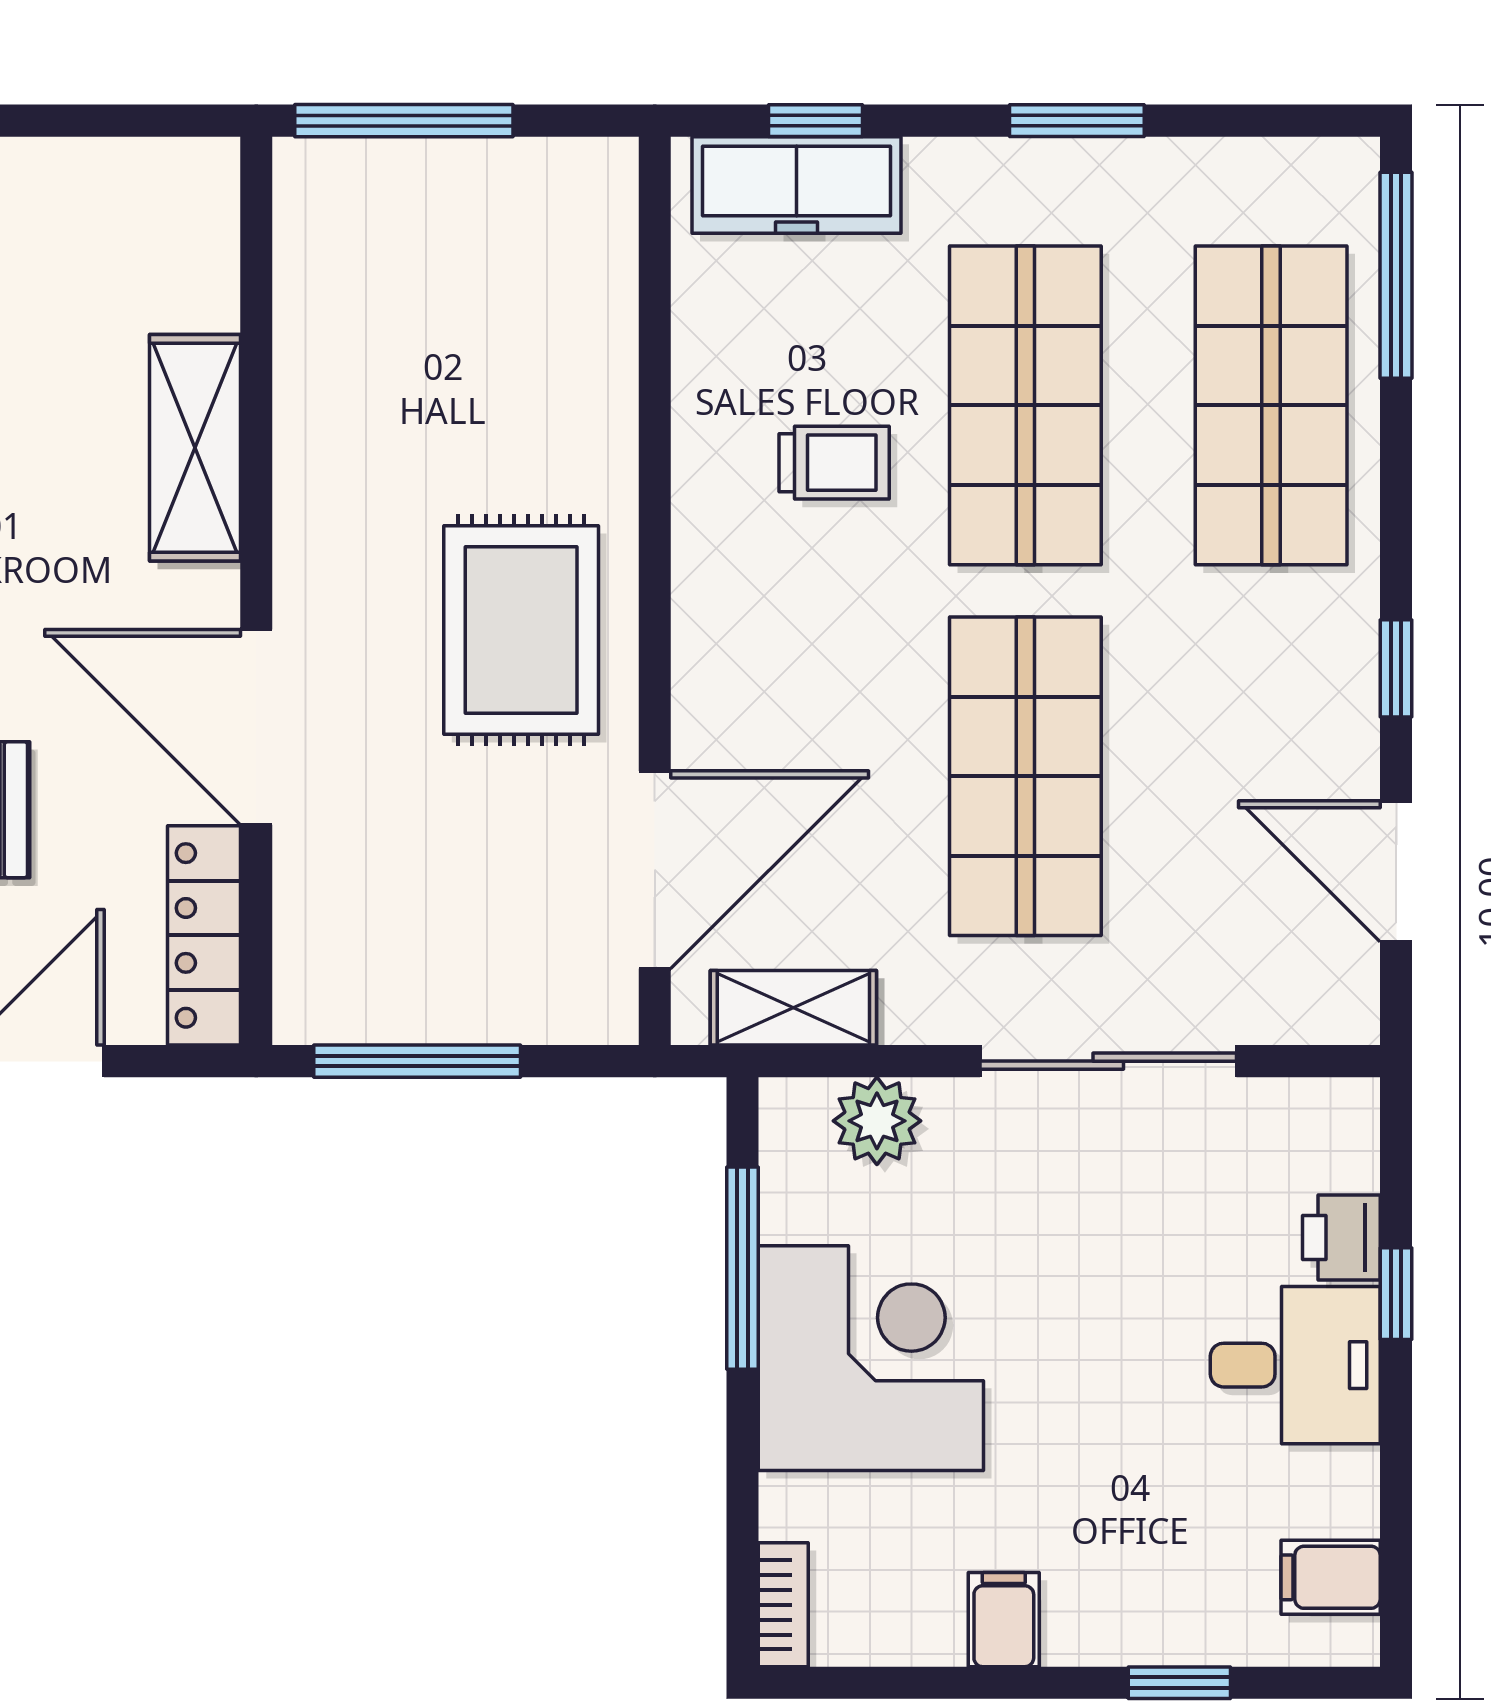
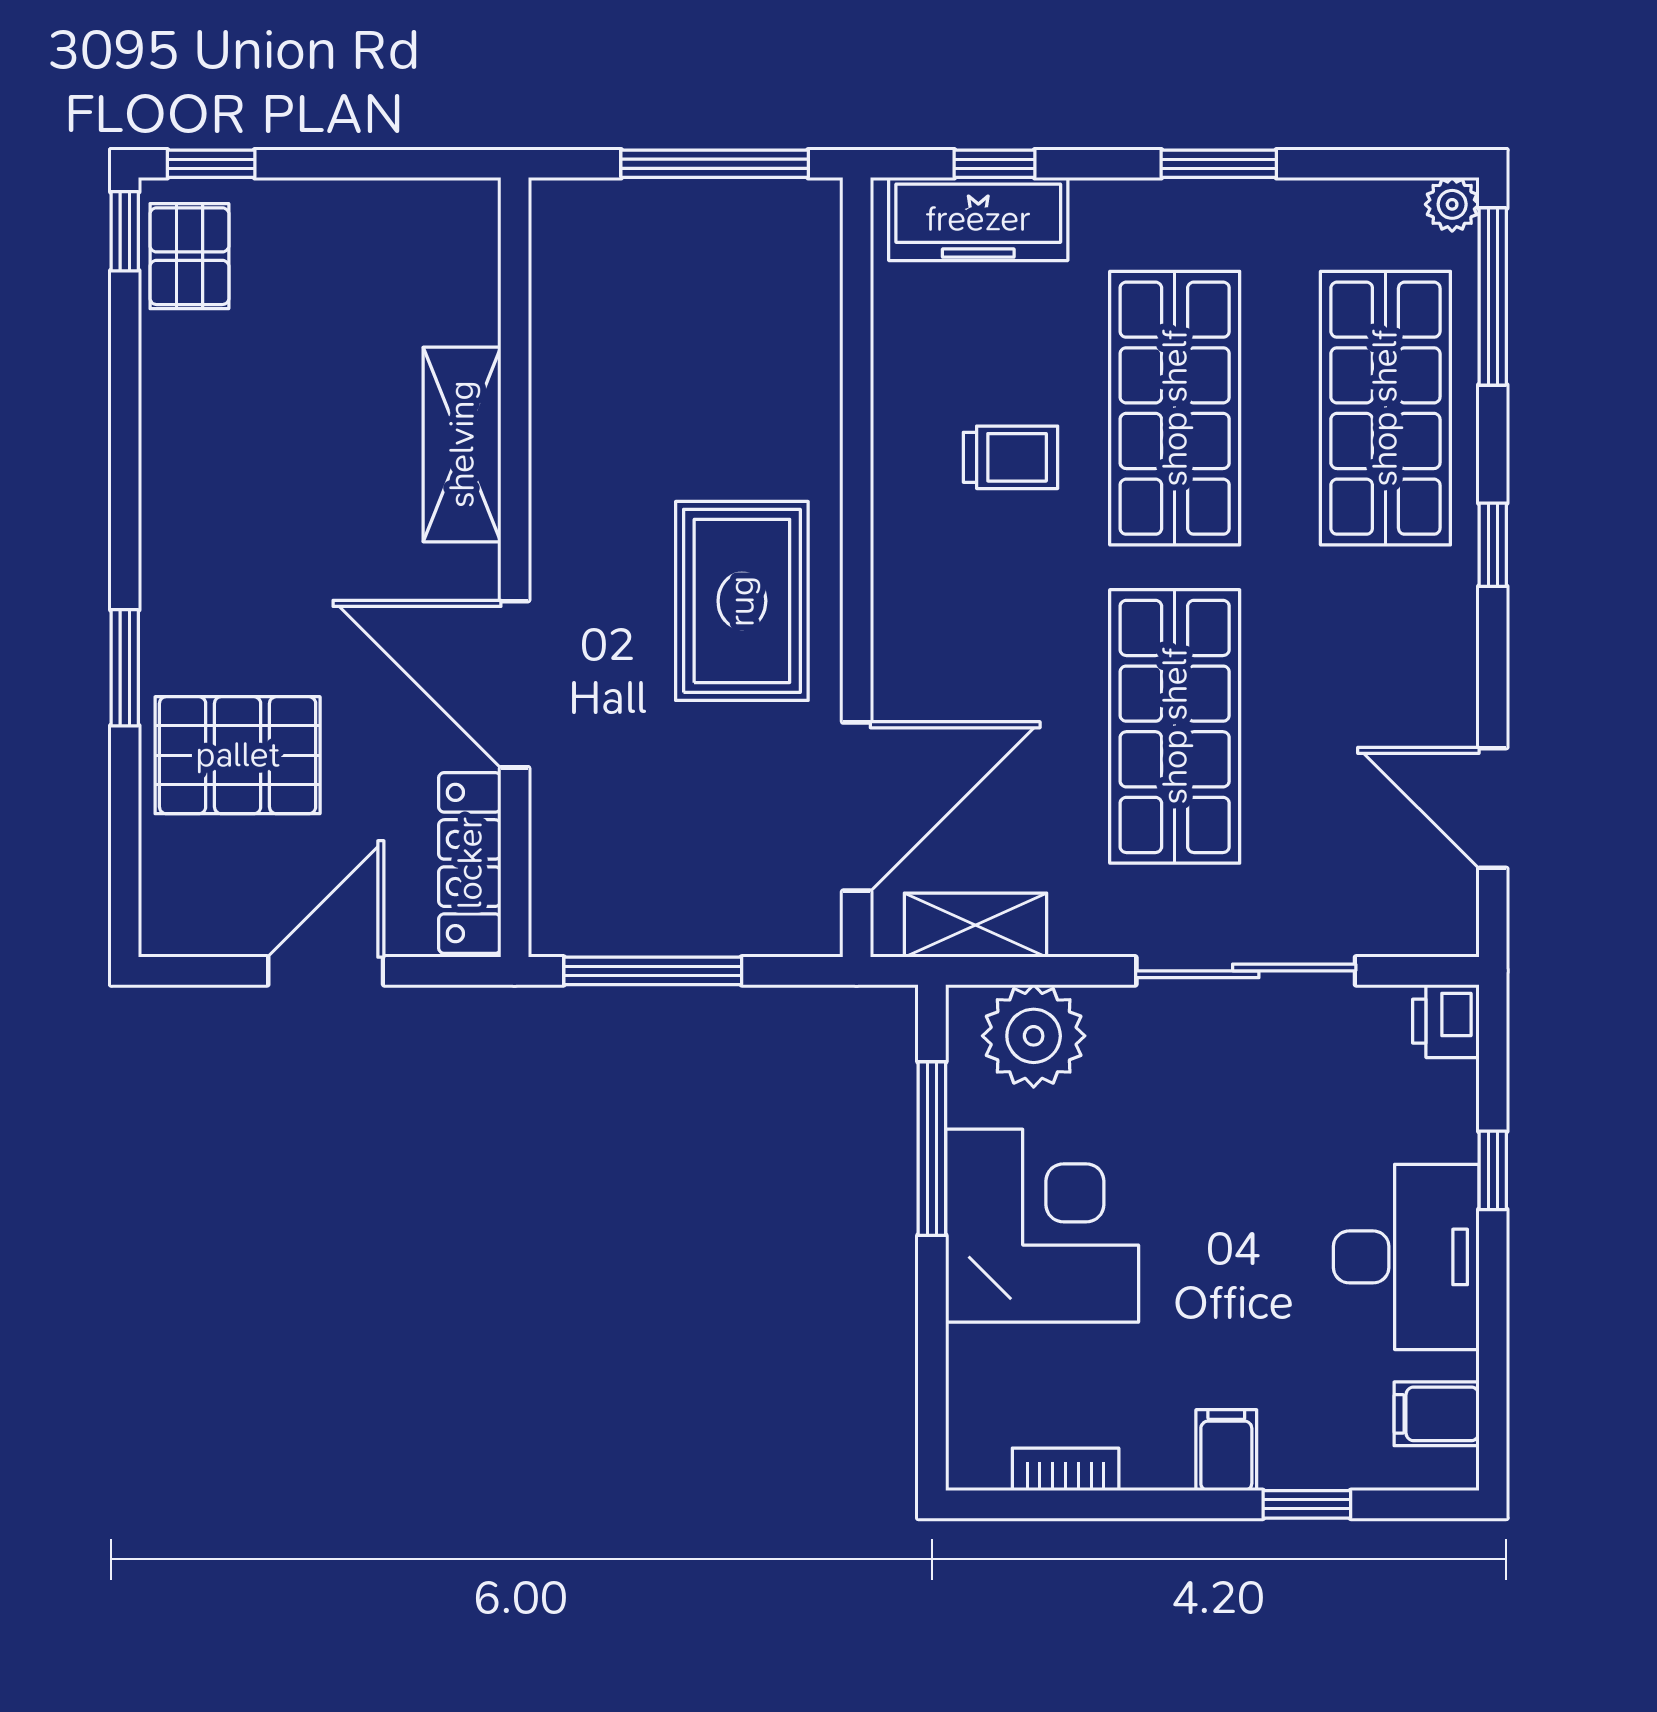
window: (404, 121) -> (715, 164), moved
plant: (1349, 168) -> (1452, 204), added
window: (1396, 668) -> (1493, 545), moved
plant: (877, 1121) -> (1034, 1036), width x1.36, depth x1.36
printer: (1341, 1238) -> (1446, 1021), moved
desk: (1295, 1365) -> (1406, 1257), width x1.37
bookcase: (783, 1605) -> (1066, 1469), moved, turned -90
filing cabinet: (1004, 1620) -> (1226, 1450), moved

